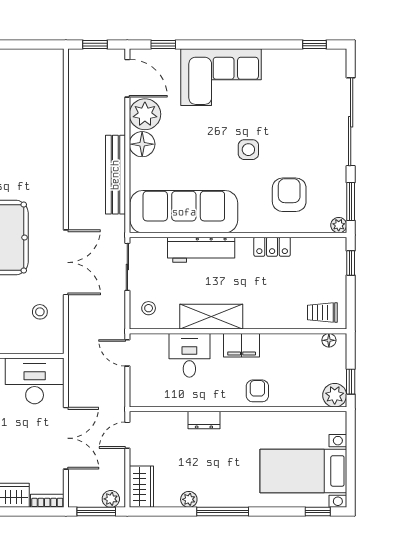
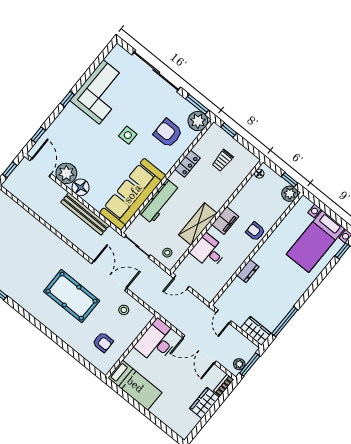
window: (314, 44) -> (67, 99), moved
corner sofa: (221, 77) -> (101, 92), moved
door: (127, 78) -> (41, 167), hinge flipped
plant: (339, 225) -> (198, 121), width x1.88, depth x1.88
trolley: (322, 312) -> (223, 161), moved
double door: (66, 438) -> (199, 349), swing flipped
plant: (111, 499) -> (239, 364), moved
plant: (189, 499) -> (282, 312), removed
window: (223, 512) -> (285, 322), moved

